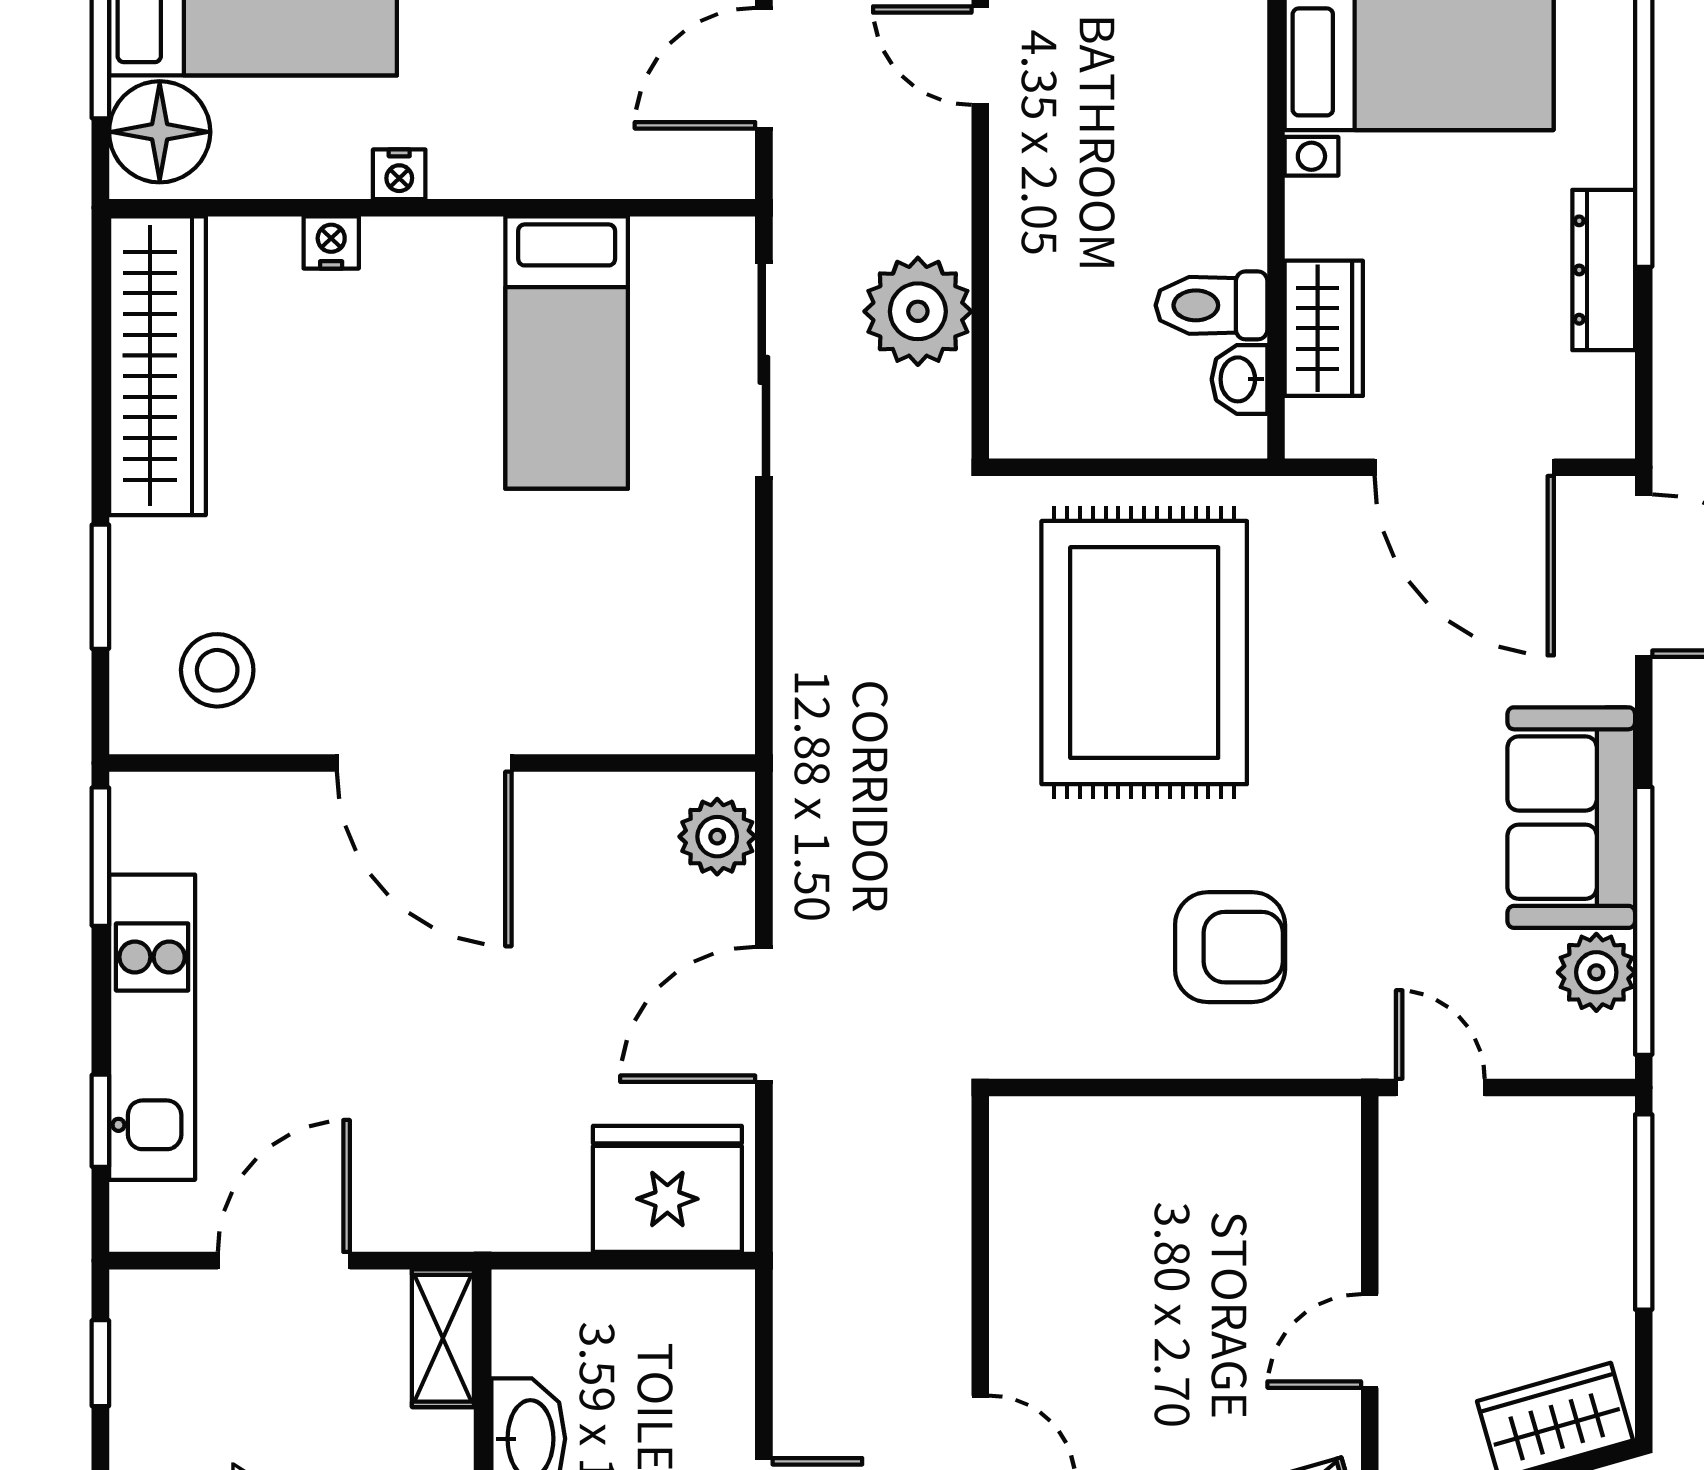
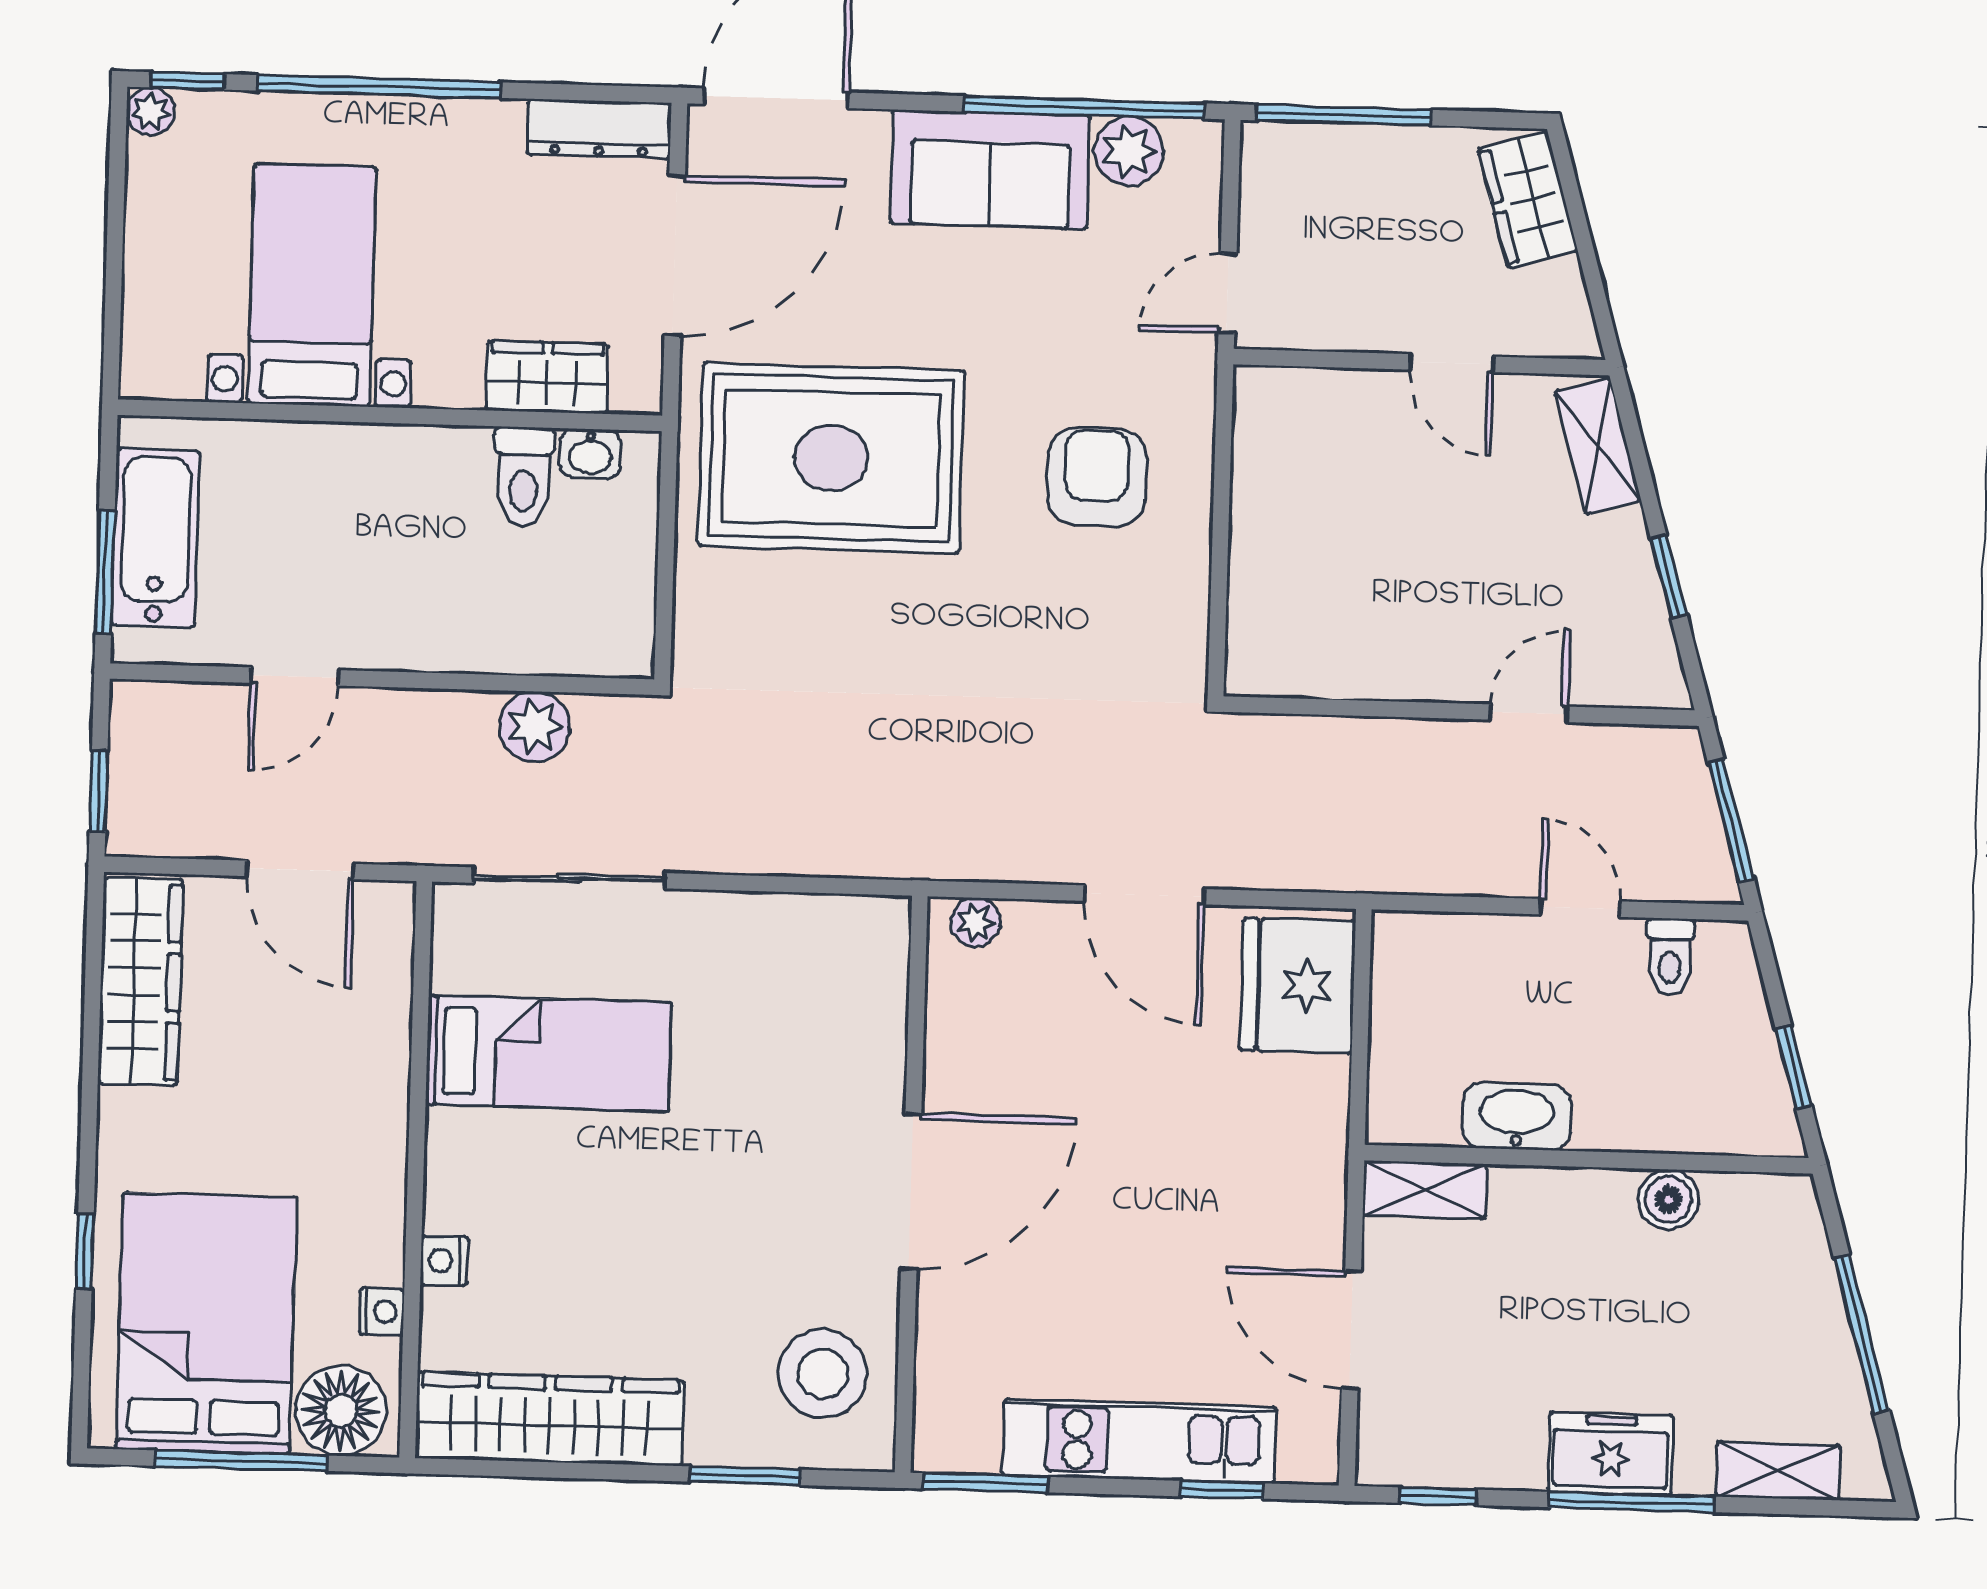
nightstand: (399, 174) -> (382, 1312), moved
dresser: (1604, 270) -> (599, 129), moved
plant: (918, 311) -> (534, 727), width x0.73, depth x0.73
rug: (1144, 653) -> (831, 458), moved
stool: (217, 670) -> (823, 1374), width x1.38, depth x1.38
plant: (717, 837) -> (976, 922), width x0.73, depth x0.73

